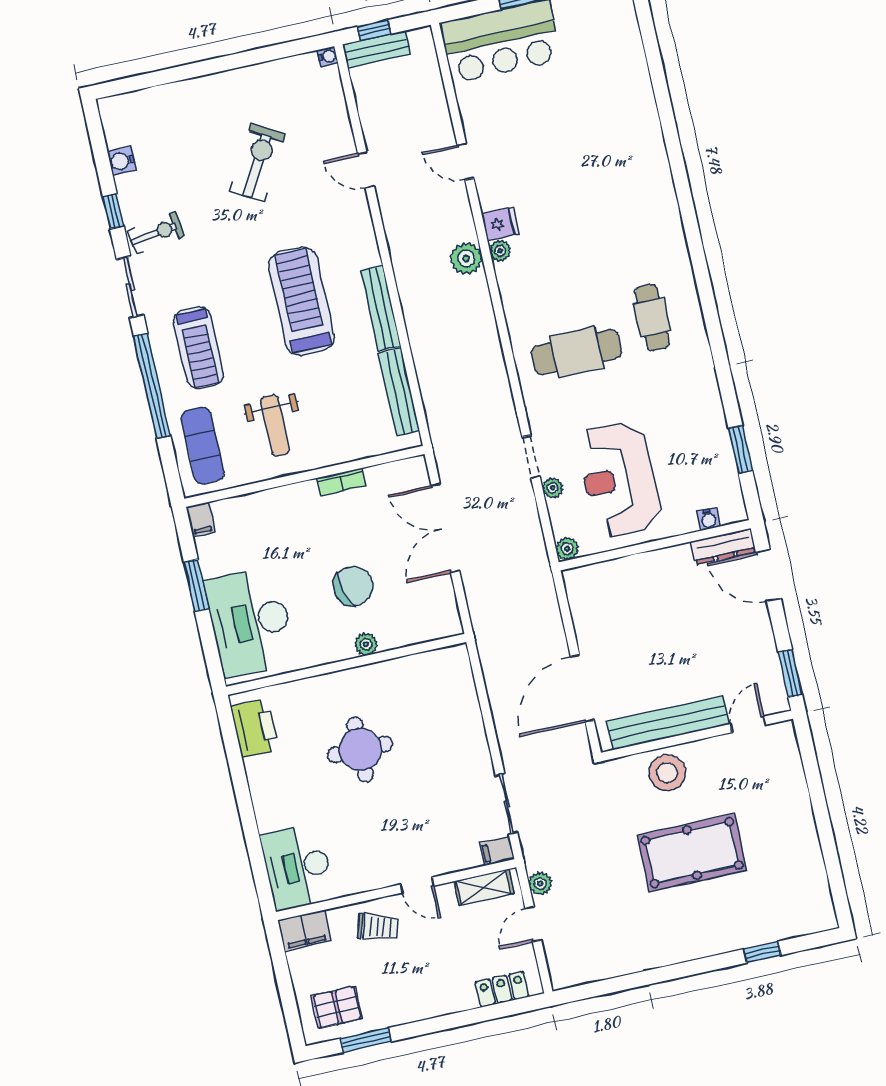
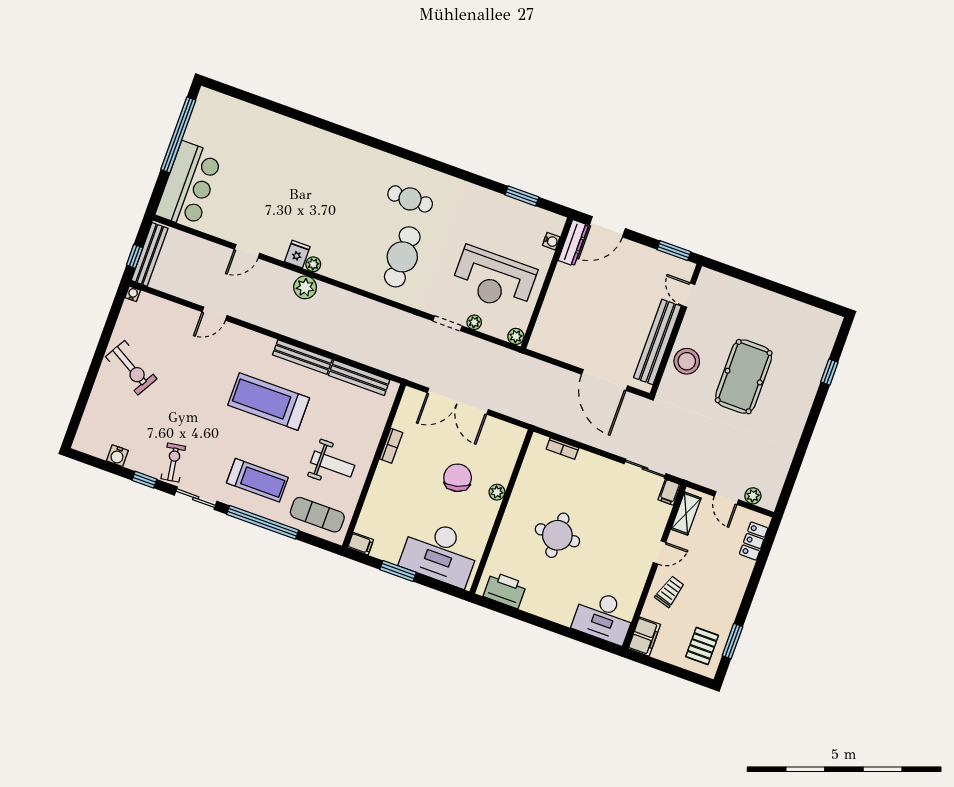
bench: (376, 49) -> (150, 254), width x1.36
exercise bike: (258, 163) -> (131, 368), moved, turned 180
bookcase: (468, 690) -> (562, 448), added
plant: (540, 884) -> (753, 496), moved

